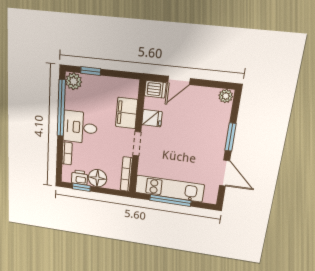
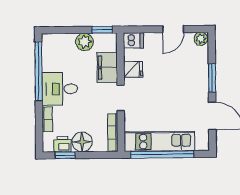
window: (91, 71) -> (102, 30), moved
door: (179, 80) -> (173, 29), moved
plant: (74, 81) -> (84, 42), moved
window: (170, 200) -> (162, 154), width x1.46

